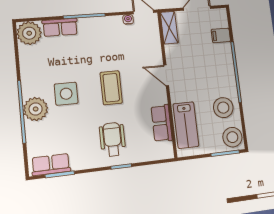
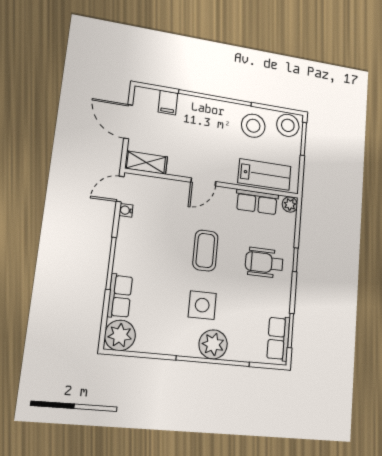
coffee table: (111, 88) -> (205, 251), turned 90
plant: (167, 152) -> (290, 205), added

